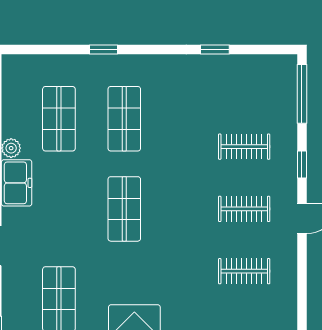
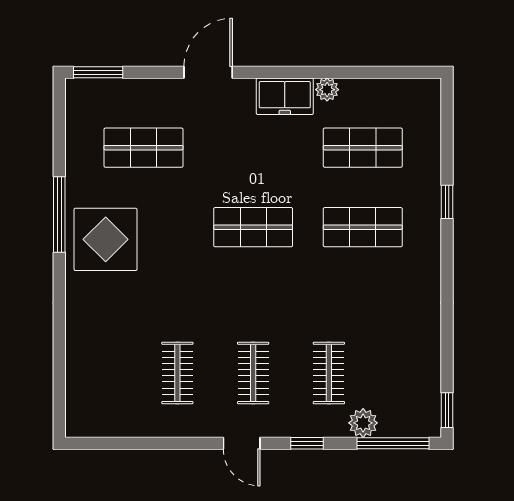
window: (215, 49) -> (447, 410), moved
plant: (285, 118) -> (363, 423), added

